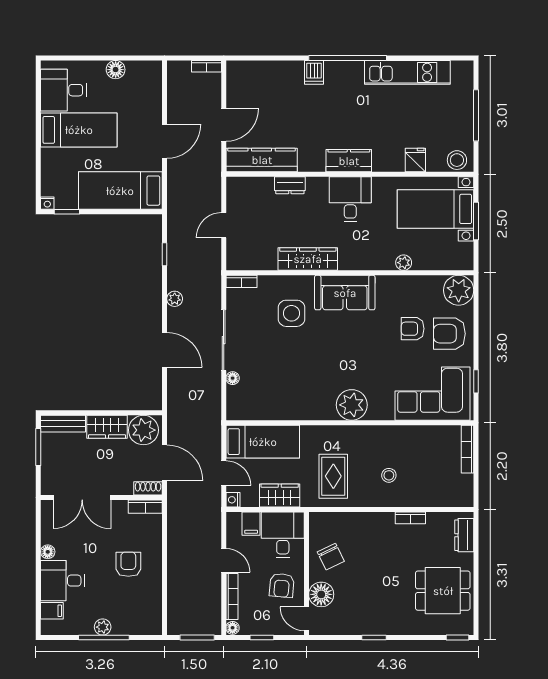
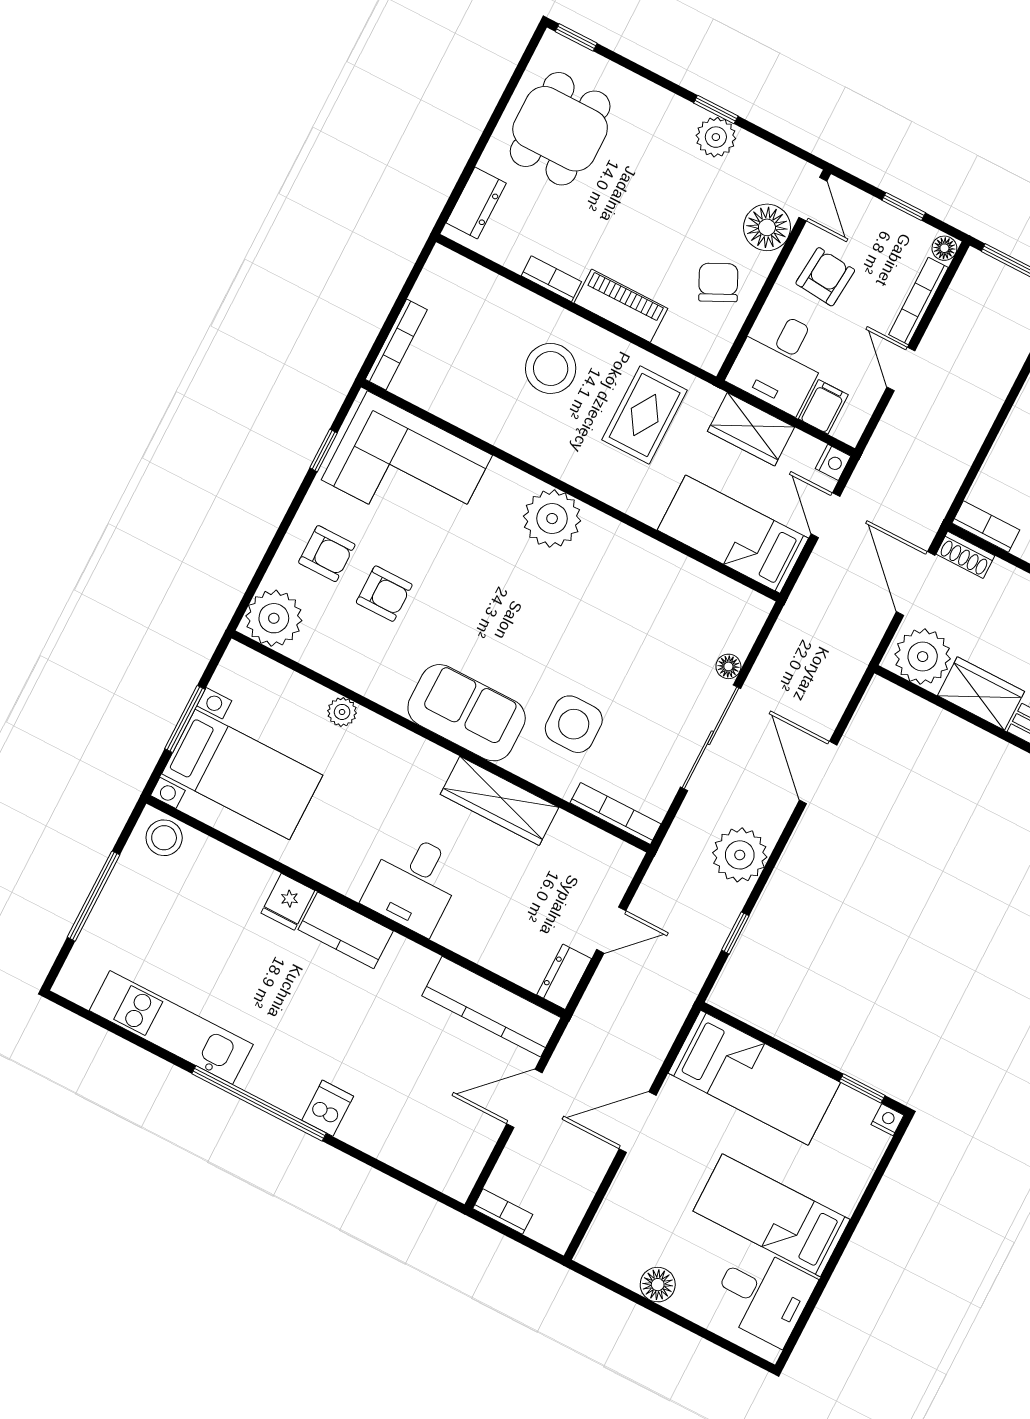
fridge: (415, 160) -> (288, 902), moved
dresser: (290, 185) -> (564, 977), moved, turned -90
desk: (350, 199) -> (413, 883), moved
bookcase: (241, 281) -> (615, 813), width x1.56
plant: (175, 299) -> (740, 855), width x1.87, depth x1.87
armchair: (449, 334) -> (327, 554), width x0.72, depth x0.72
stool: (389, 475) -> (551, 368), width x1.89, depth x1.89
piano: (371, 522) -> (621, 306), added
dining table: (443, 591) -> (560, 129), turned 90
plant: (367, 625) -> (716, 137), added

